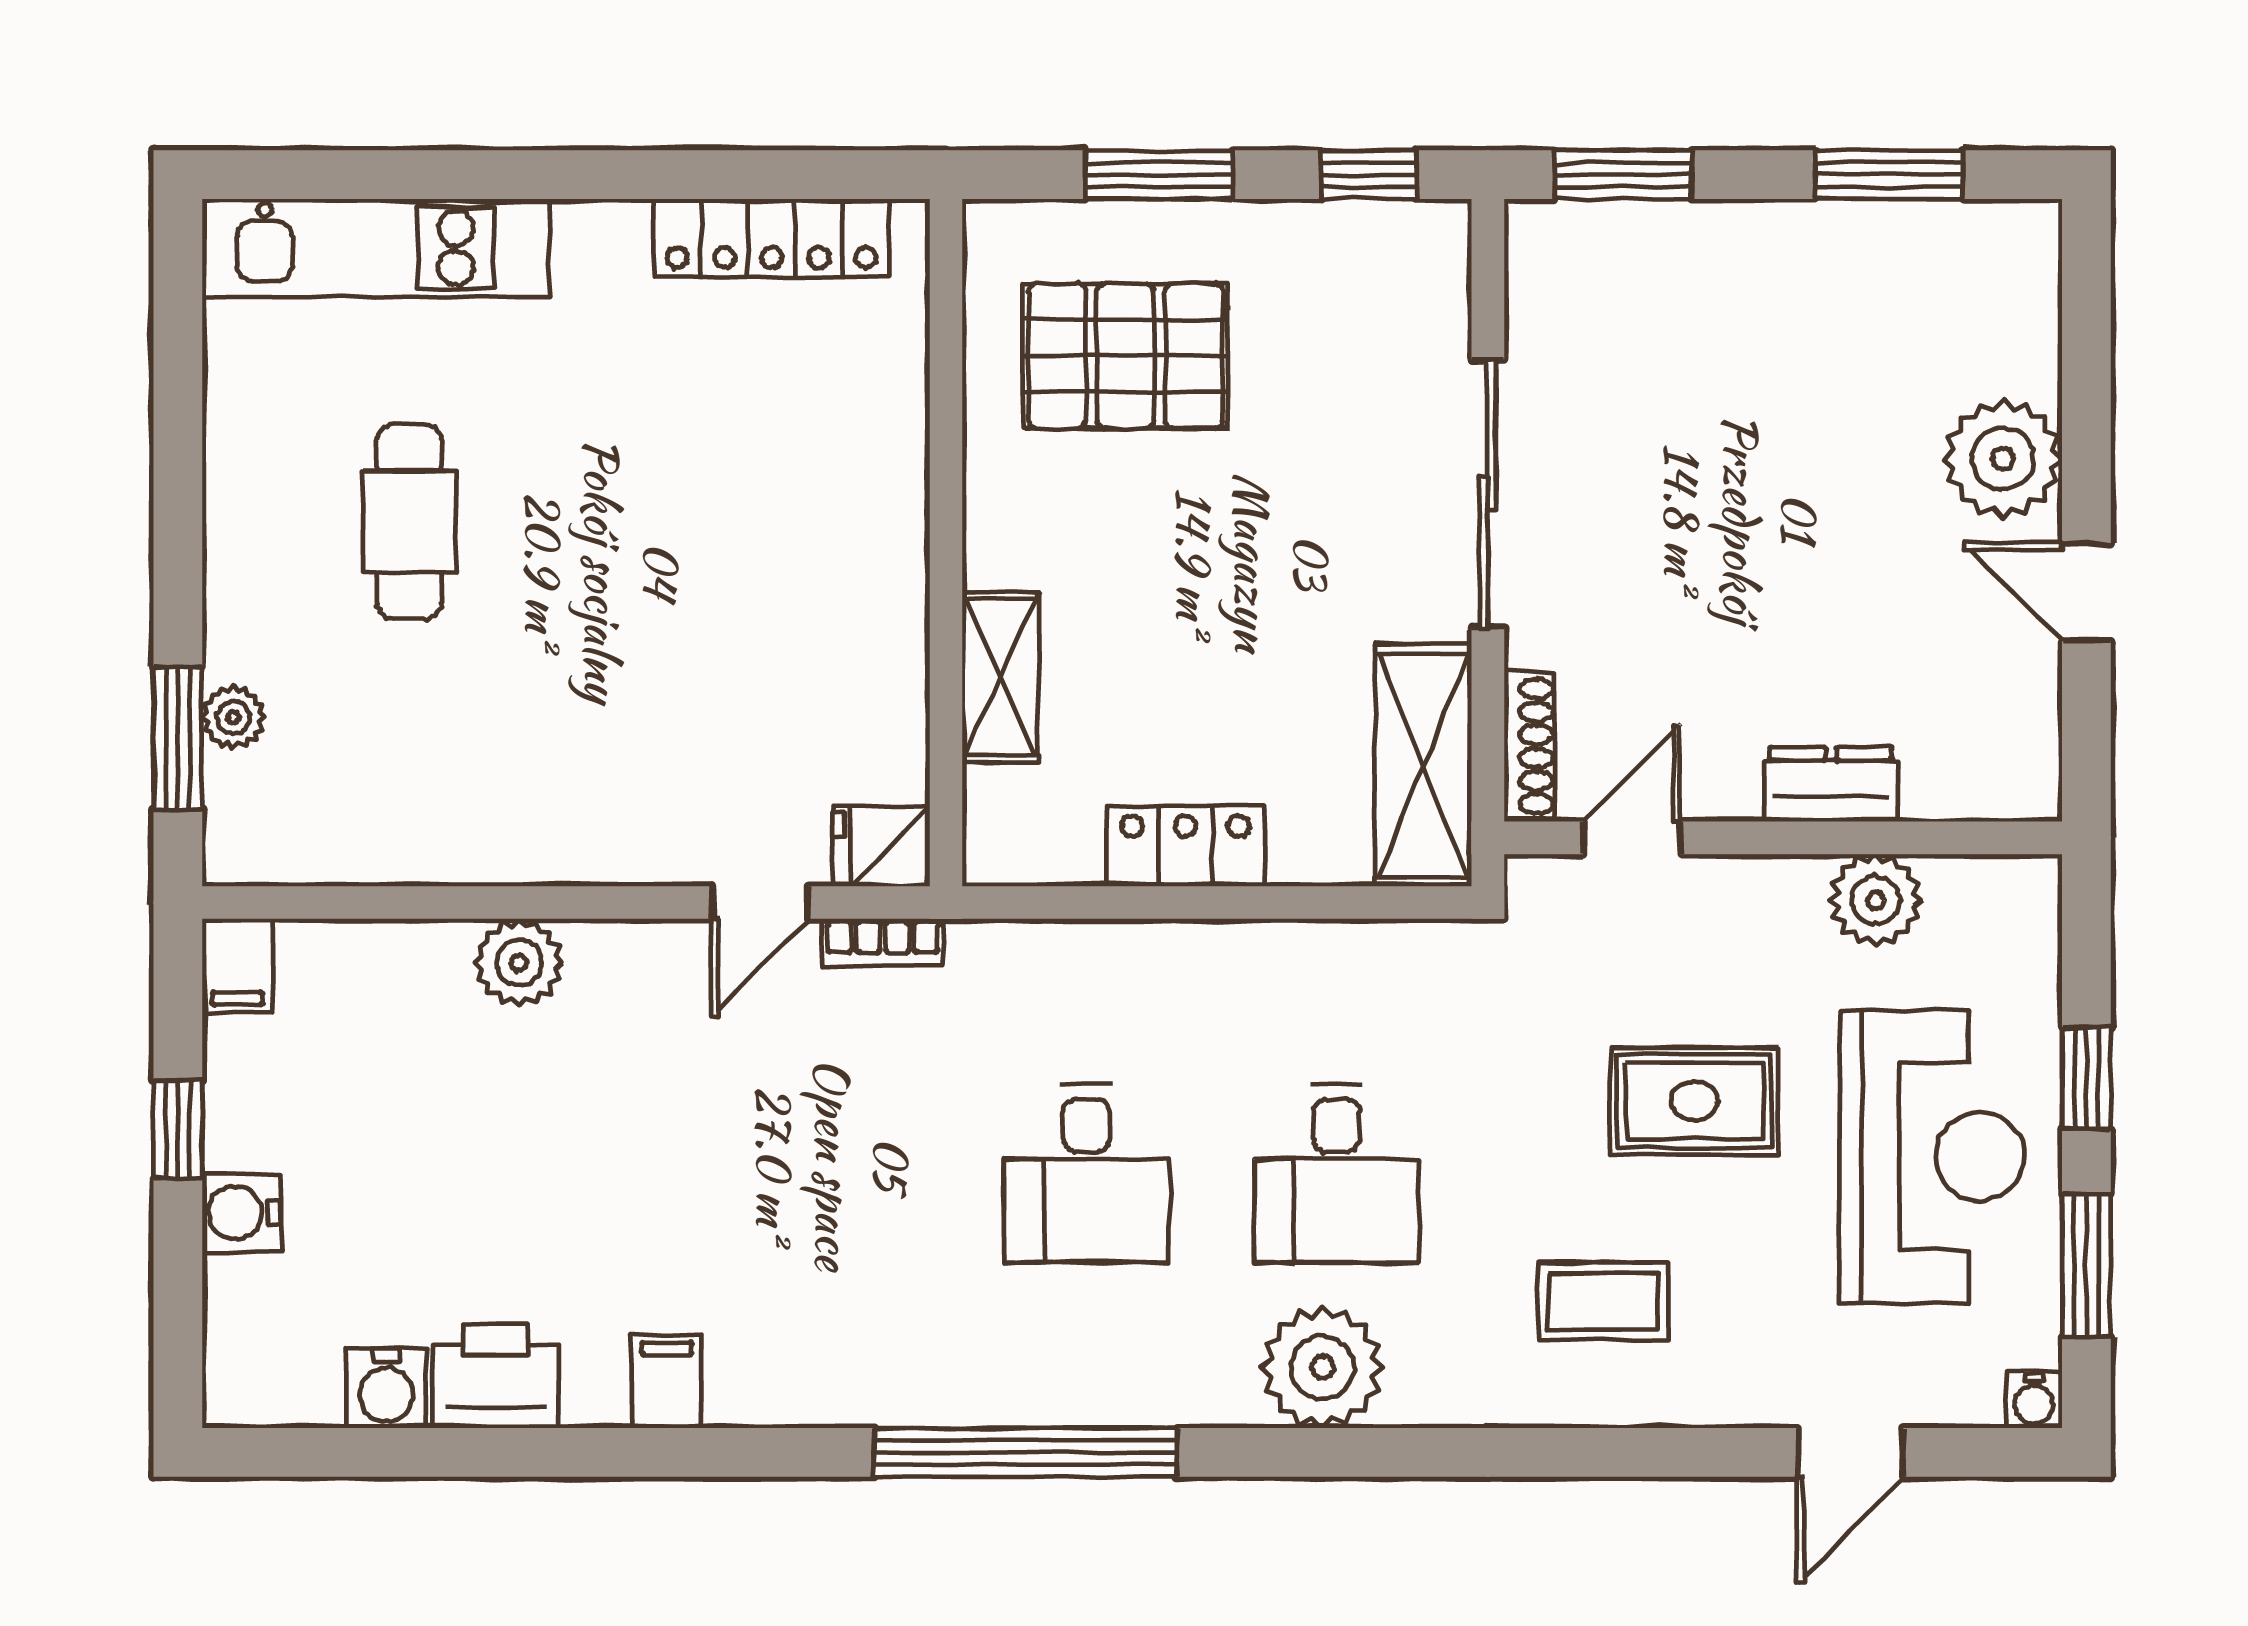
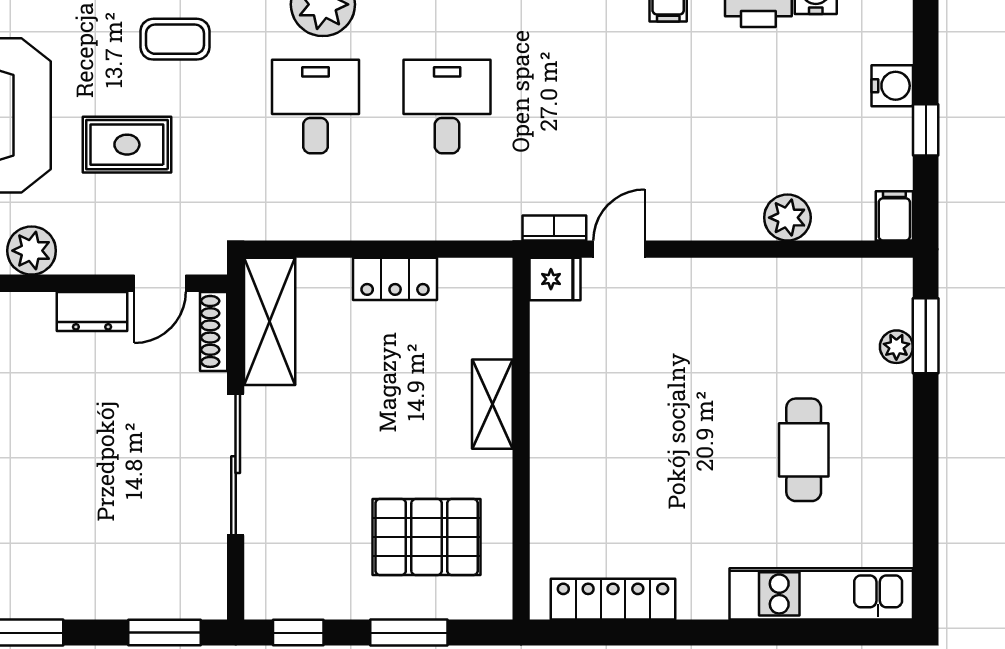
shelving: (1001, 677) -> (492, 404), moved
dresser: (1831, 784) -> (92, 311), moved
plant: (519, 963) -> (787, 218), moved

